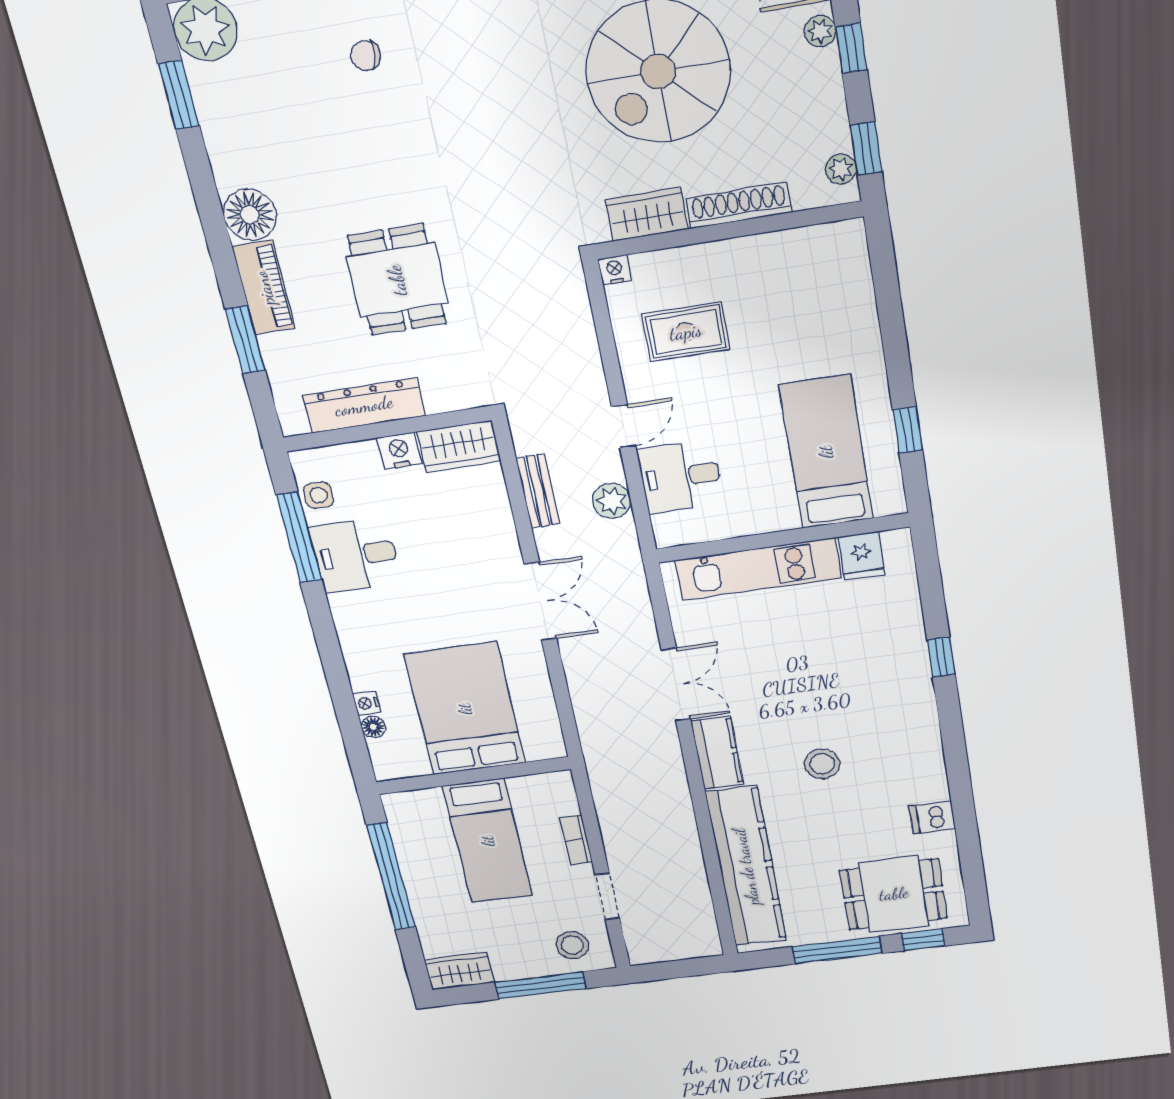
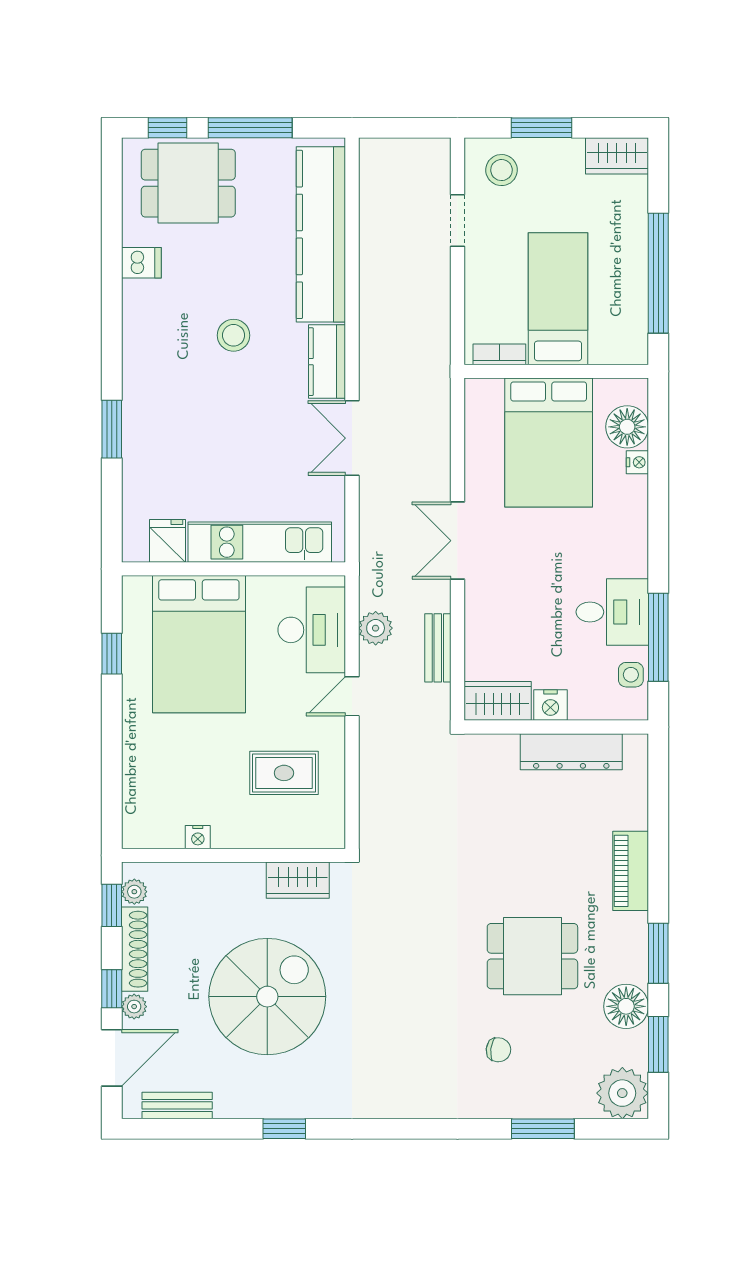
shoe rack: (739, 206) -> (135, 949), moved, turned -90
floor lamp: (250, 215) -> (626, 1006), moved
nightstand: (615, 270) -> (198, 837), moved
dining table: (397, 280) -> (532, 956), moved, turned 90
window: (245, 340) -> (658, 953), moved
bed: (826, 452) -> (199, 644), width x1.50
desk: (681, 477) -> (312, 630), width x1.37
window: (941, 657) -> (112, 429), width x1.50
floor lamp: (373, 727) -> (627, 427), width x1.89, depth x1.89
bookcase: (576, 840) -> (499, 354), moved, turned -90
window: (541, 985) -> (541, 128), width x0.69

